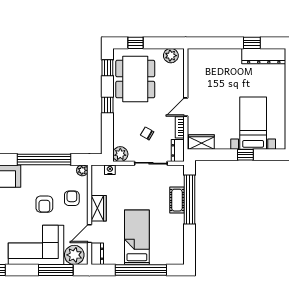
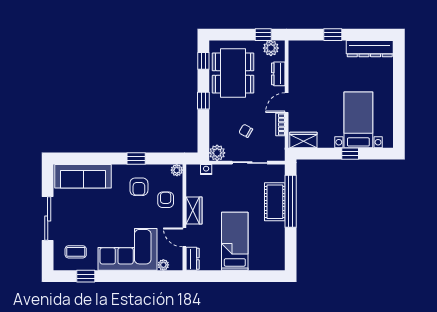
window: (136, 43) -> (263, 35), moved
window: (252, 43) -> (333, 35), moved
dresser: (178, 150) -> (278, 74), moved
window: (44, 159) -> (136, 158), width x0.32
cot: (177, 200) -> (275, 202), width x1.37, depth x1.34
armchair: (44, 204) -> (139, 187), moved
door: (89, 234) -> (184, 237), hinge flipped
plant: (74, 255) -> (163, 265), width x0.53, depth x0.53
window: (56, 270) -> (149, 276), removed
window: (141, 270) -> (239, 276), removed

